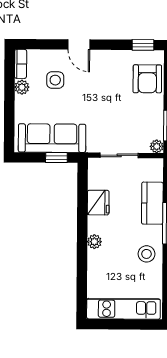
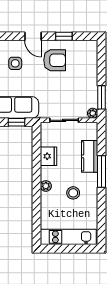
window: (143, 45) -> (64, 36), moved
armchair: (147, 79) -> (55, 60), moved, turned -90
stool: (146, 254) -> (73, 193), moved

